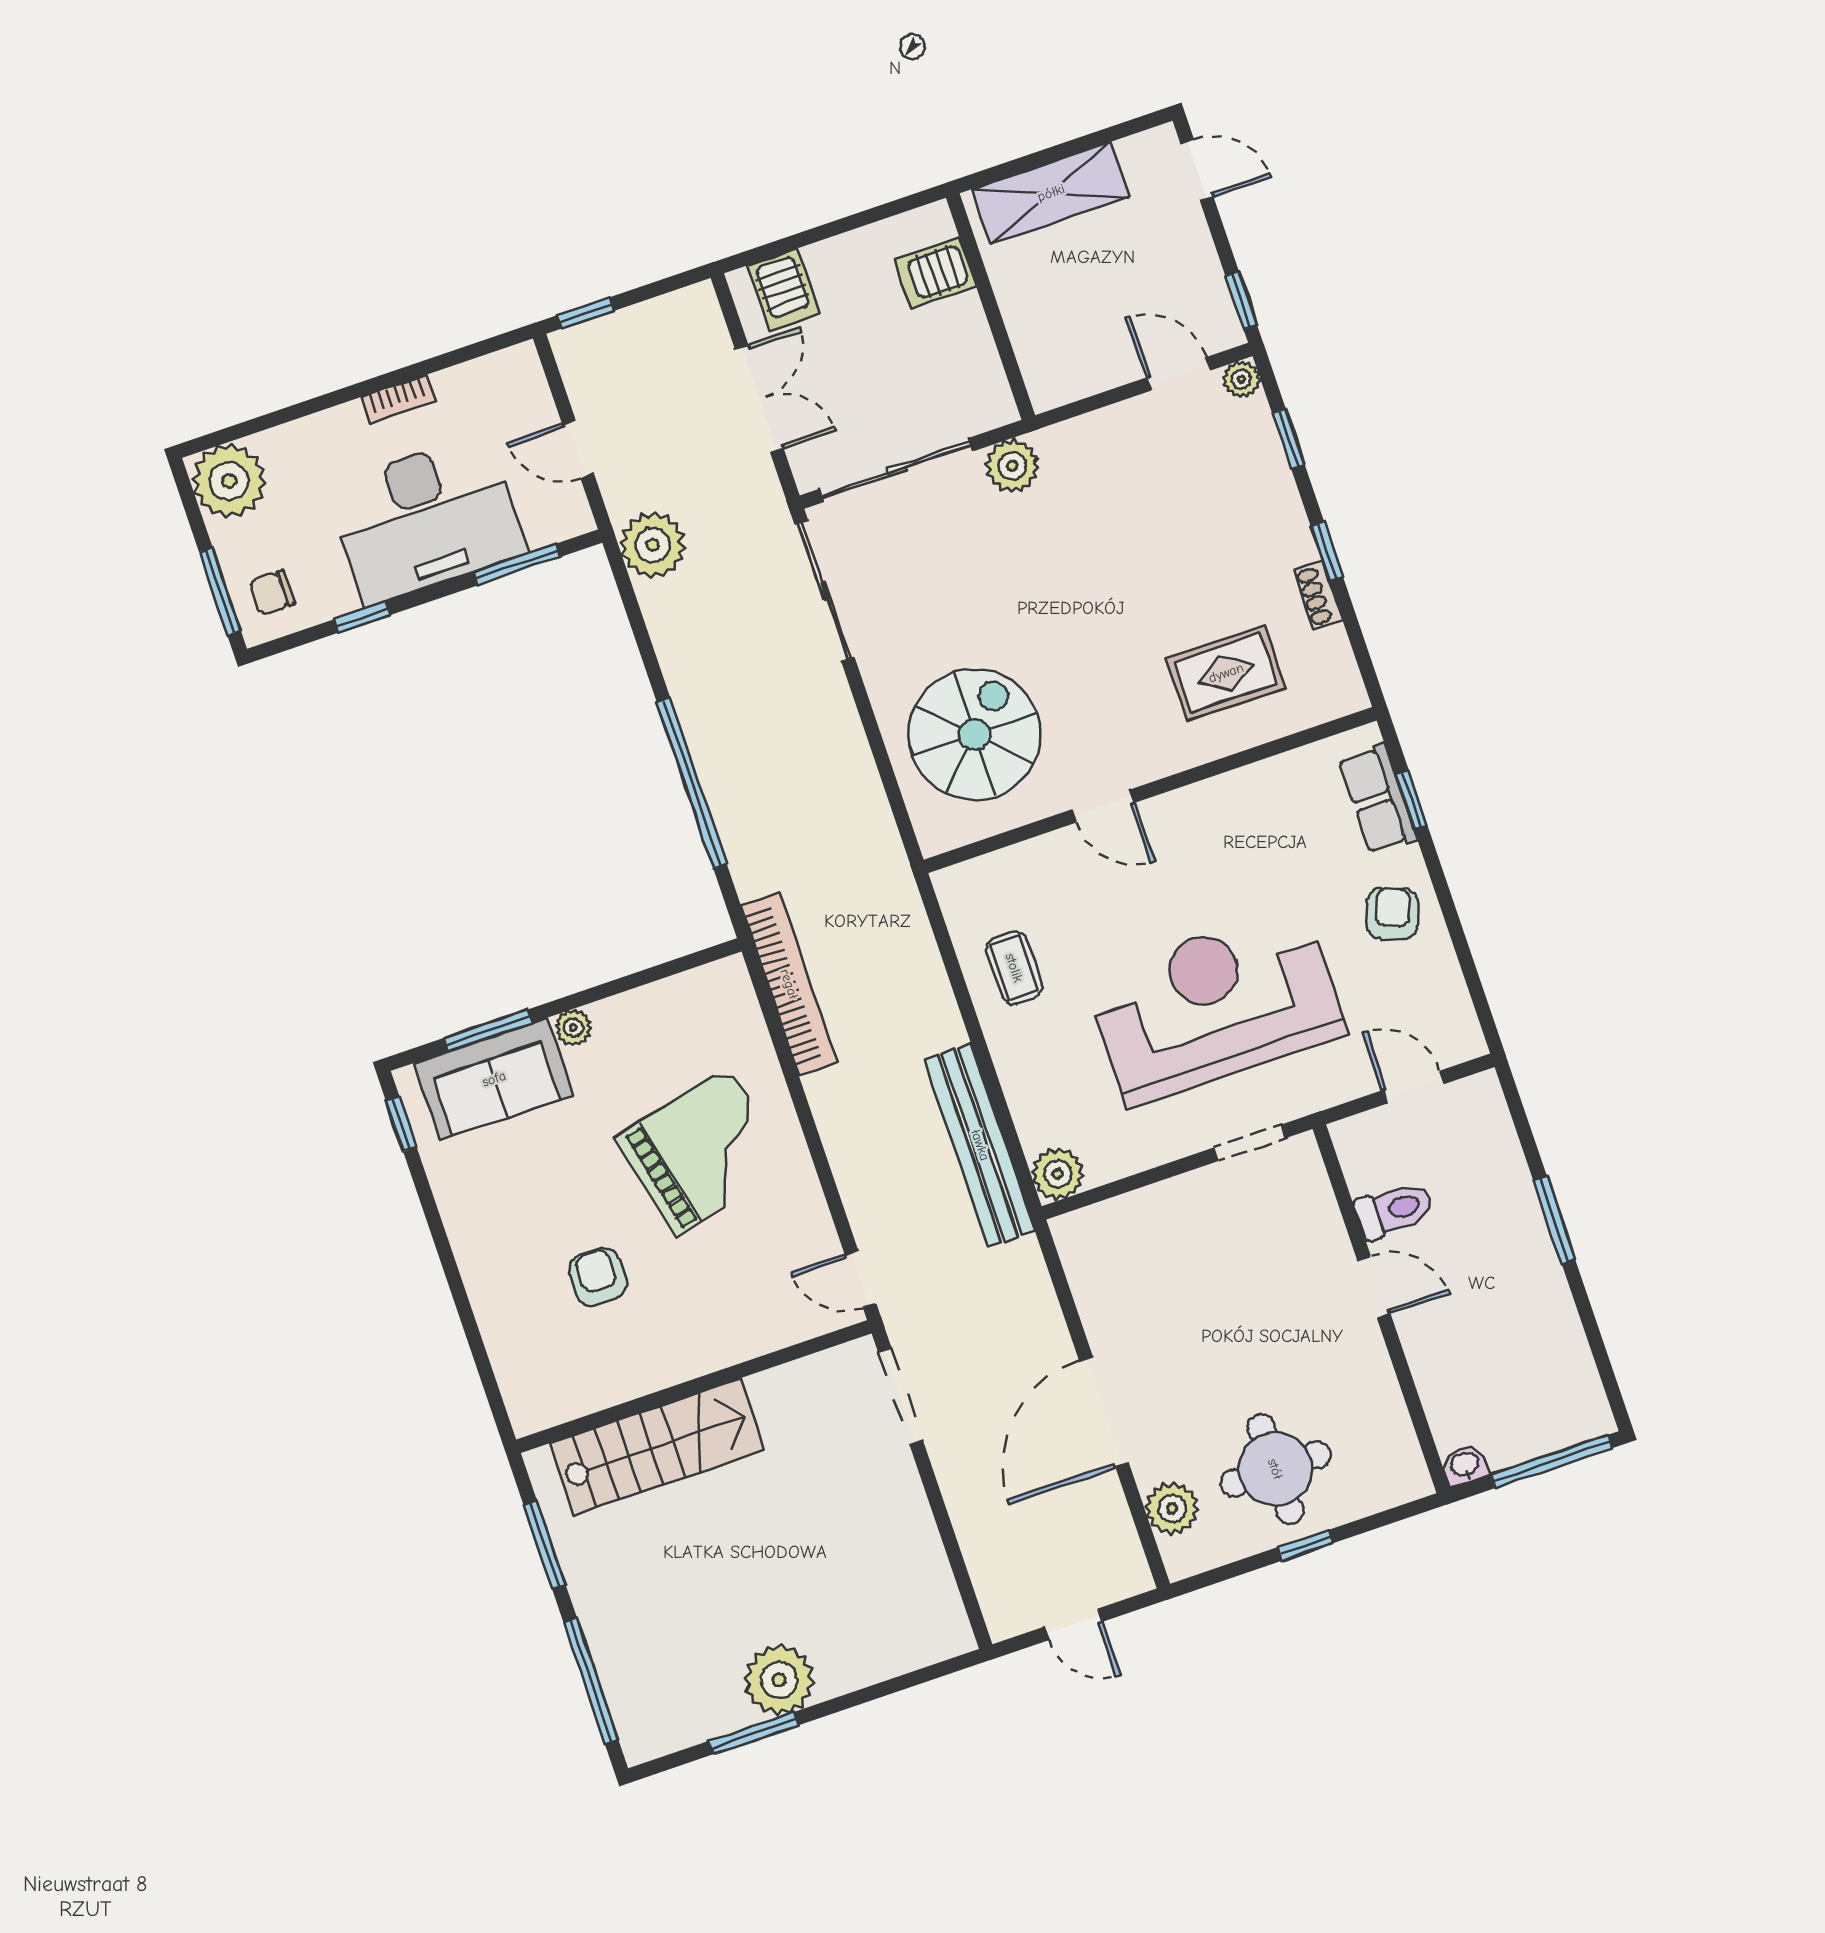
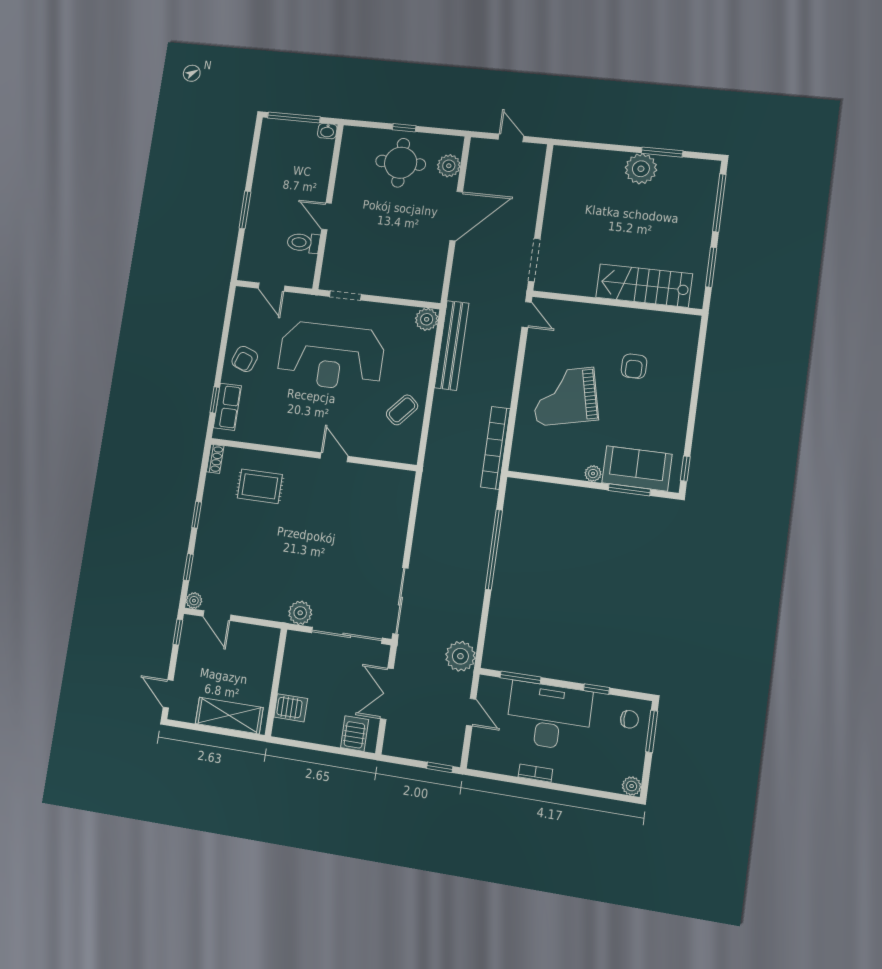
plant: (229, 481) -> (632, 786), width x0.53, depth x0.53
shoe rack: (1318, 595) -> (215, 459), moved
spiral stairs: (975, 735) -> (370, 512), removed
coffee table: (1014, 968) -> (402, 410), turned 41

